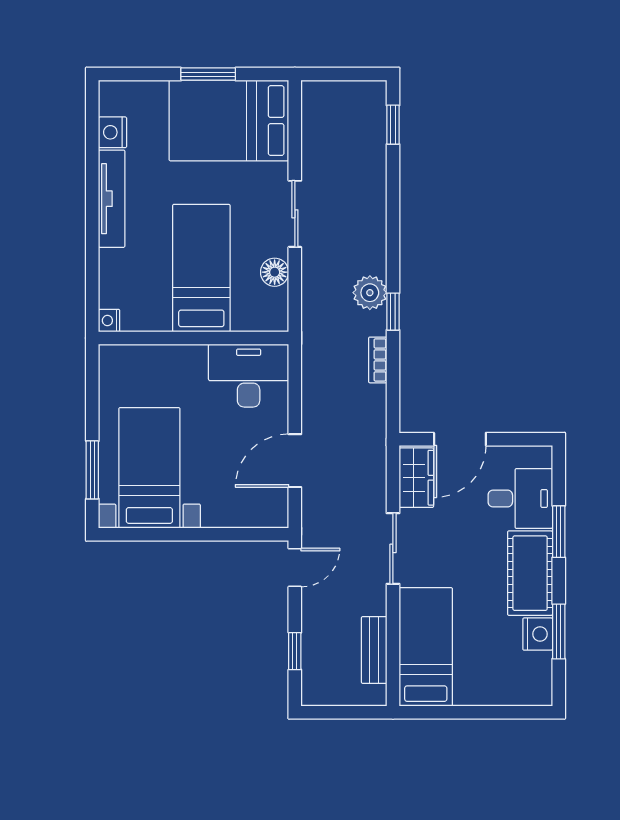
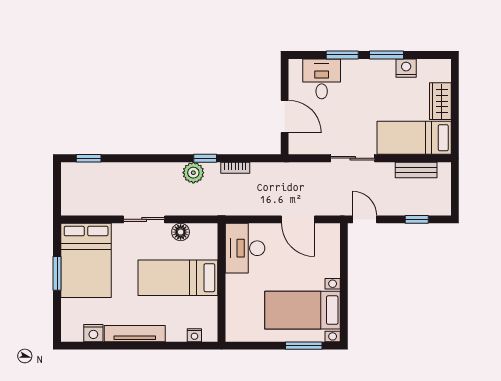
nightstand: (109, 321) -> (194, 335), moved
wardrobe: (416, 478) -> (440, 101), moved, turned -90
cot: (530, 573) -> (368, 73), removed
window: (559, 631) -> (386, 55), moved

